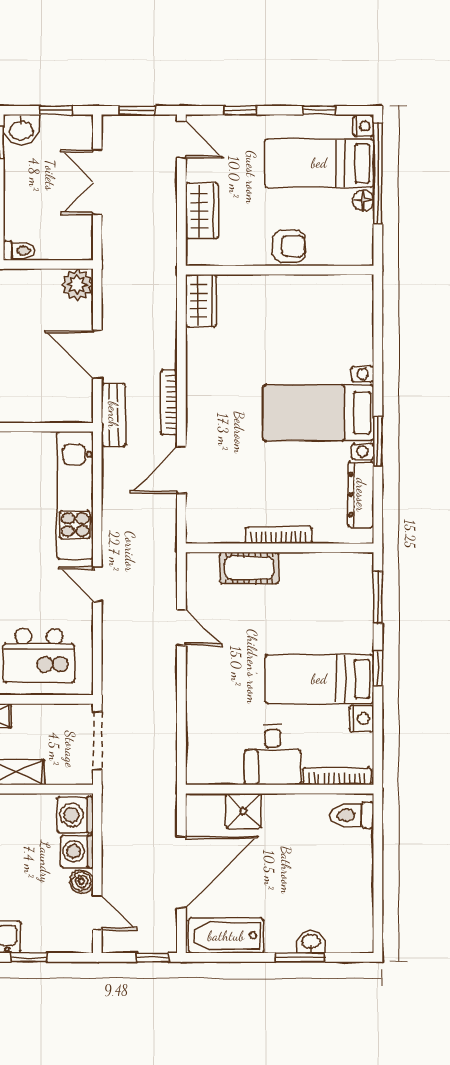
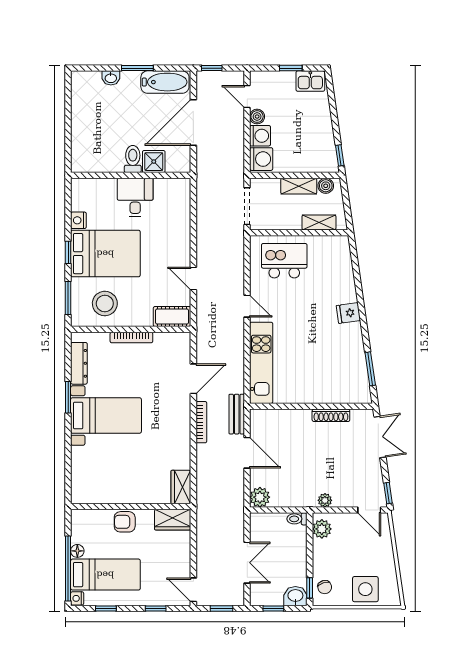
wardrobe: (202, 211) -> (173, 520), moved, turned -90
cot: (249, 568) -> (172, 317), moved
stool: (320, 588) -> (105, 303), added
bed: (319, 679) -> (105, 254), width x1.50
bookcase: (337, 776) -> (94, 184), removed
toilet: (352, 815) -> (133, 159), moved, turned -90
window: (300, 957) -> (137, 68), moved

